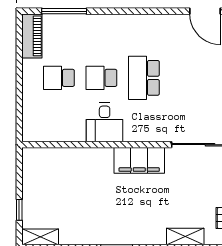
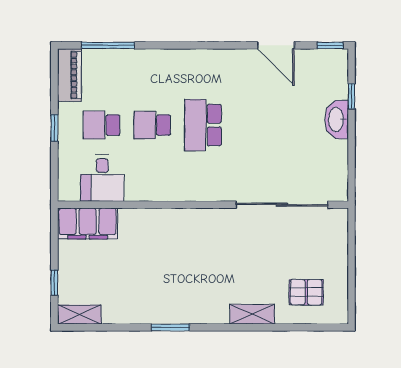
window: (19, 80) -> (54, 128), added
desk: (105, 122) -> (102, 178), moved
filing cabinet: (139, 160) -> (88, 223), moved

